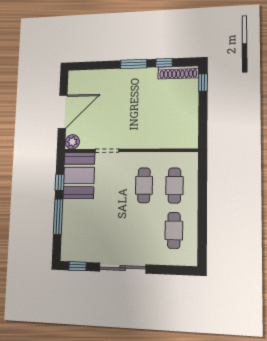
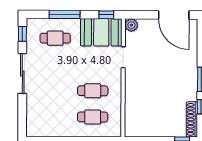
door: (63, 112) -> (174, 15), moved
window: (60, 183) -> (106, 15), moved
cafe table: (174, 230) -> (55, 38), moved

